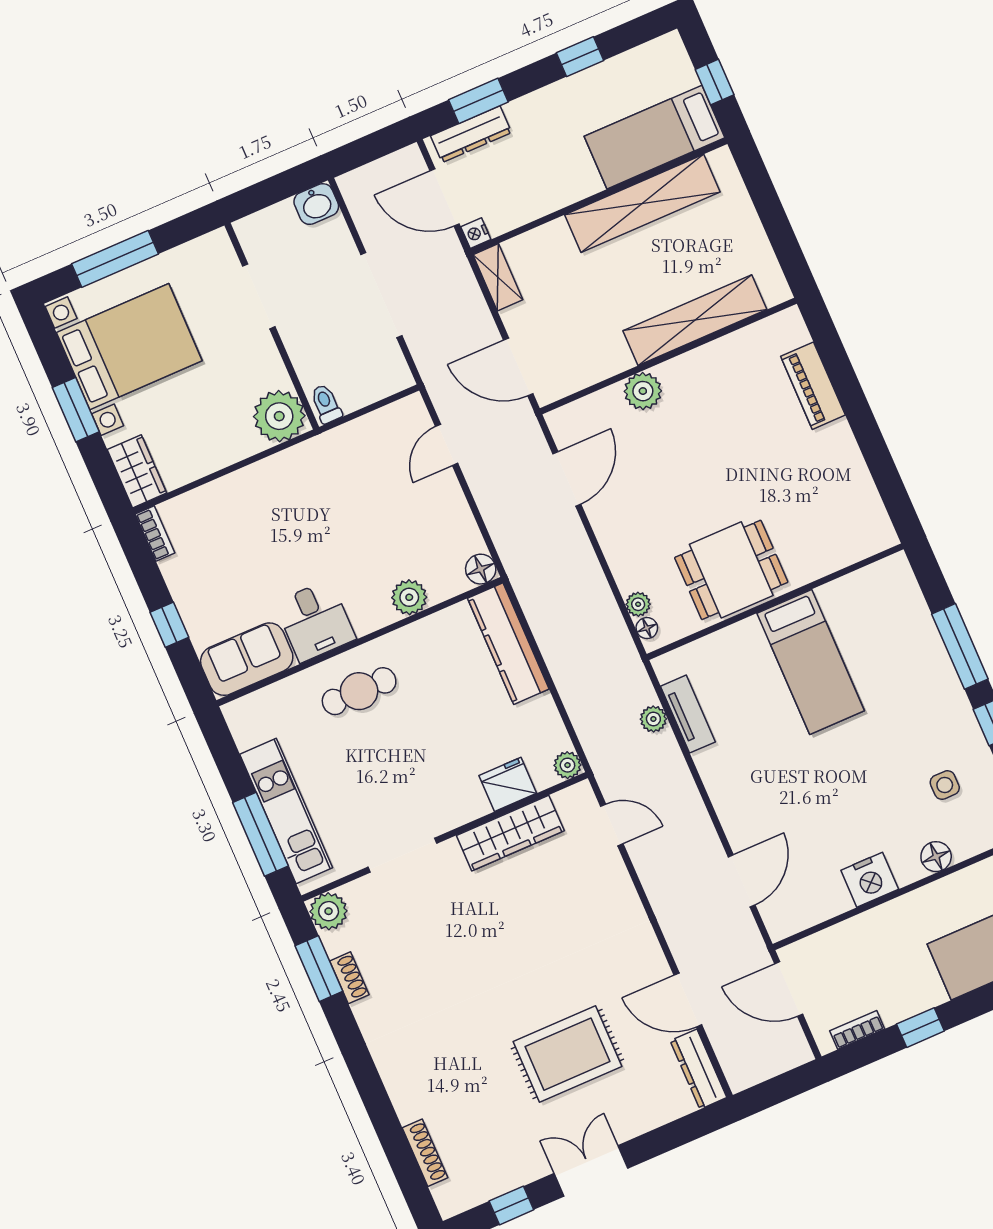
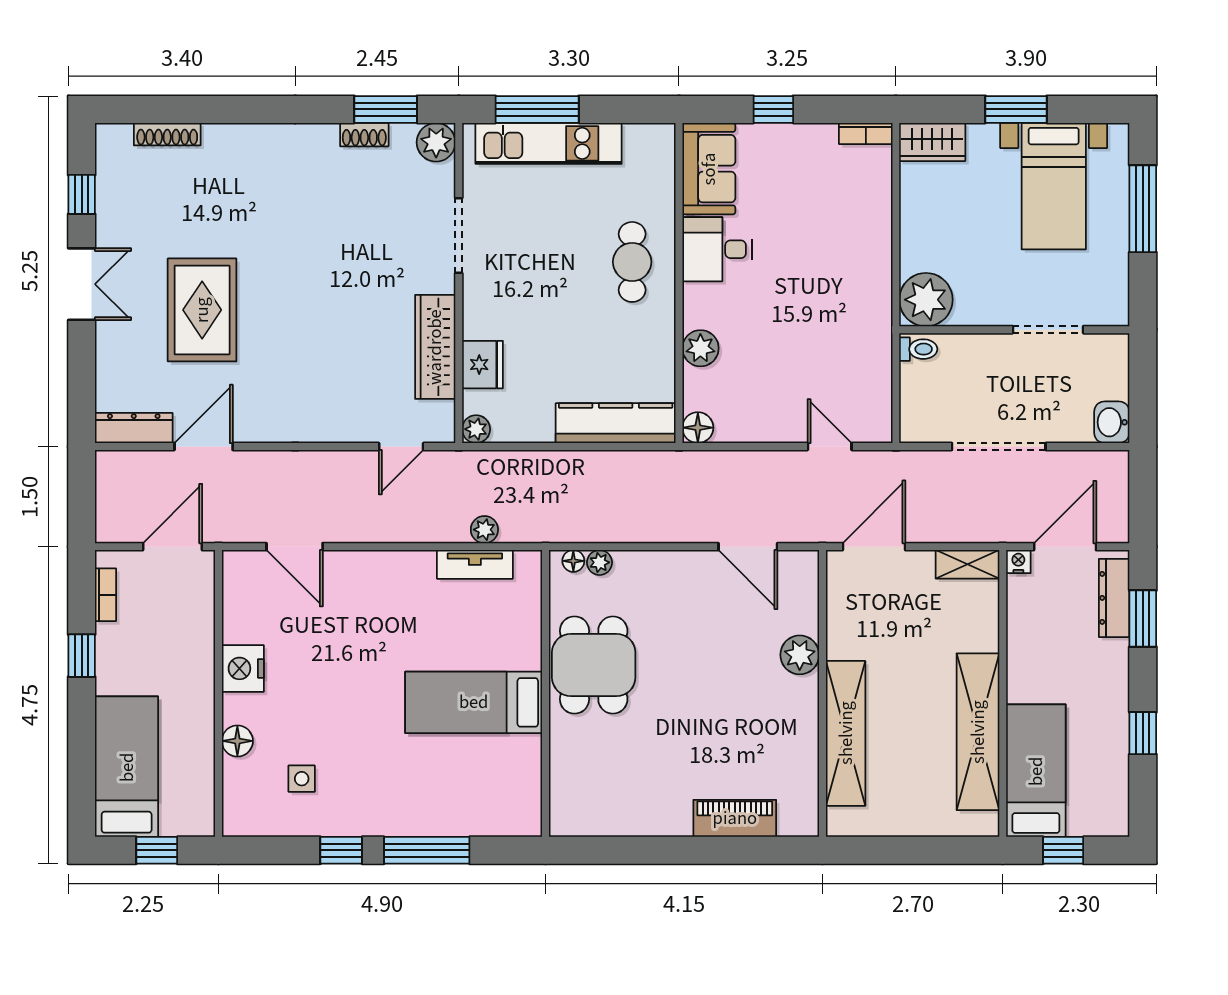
bed with nightstands: (129, 347) -> (1054, 186), width x0.73

